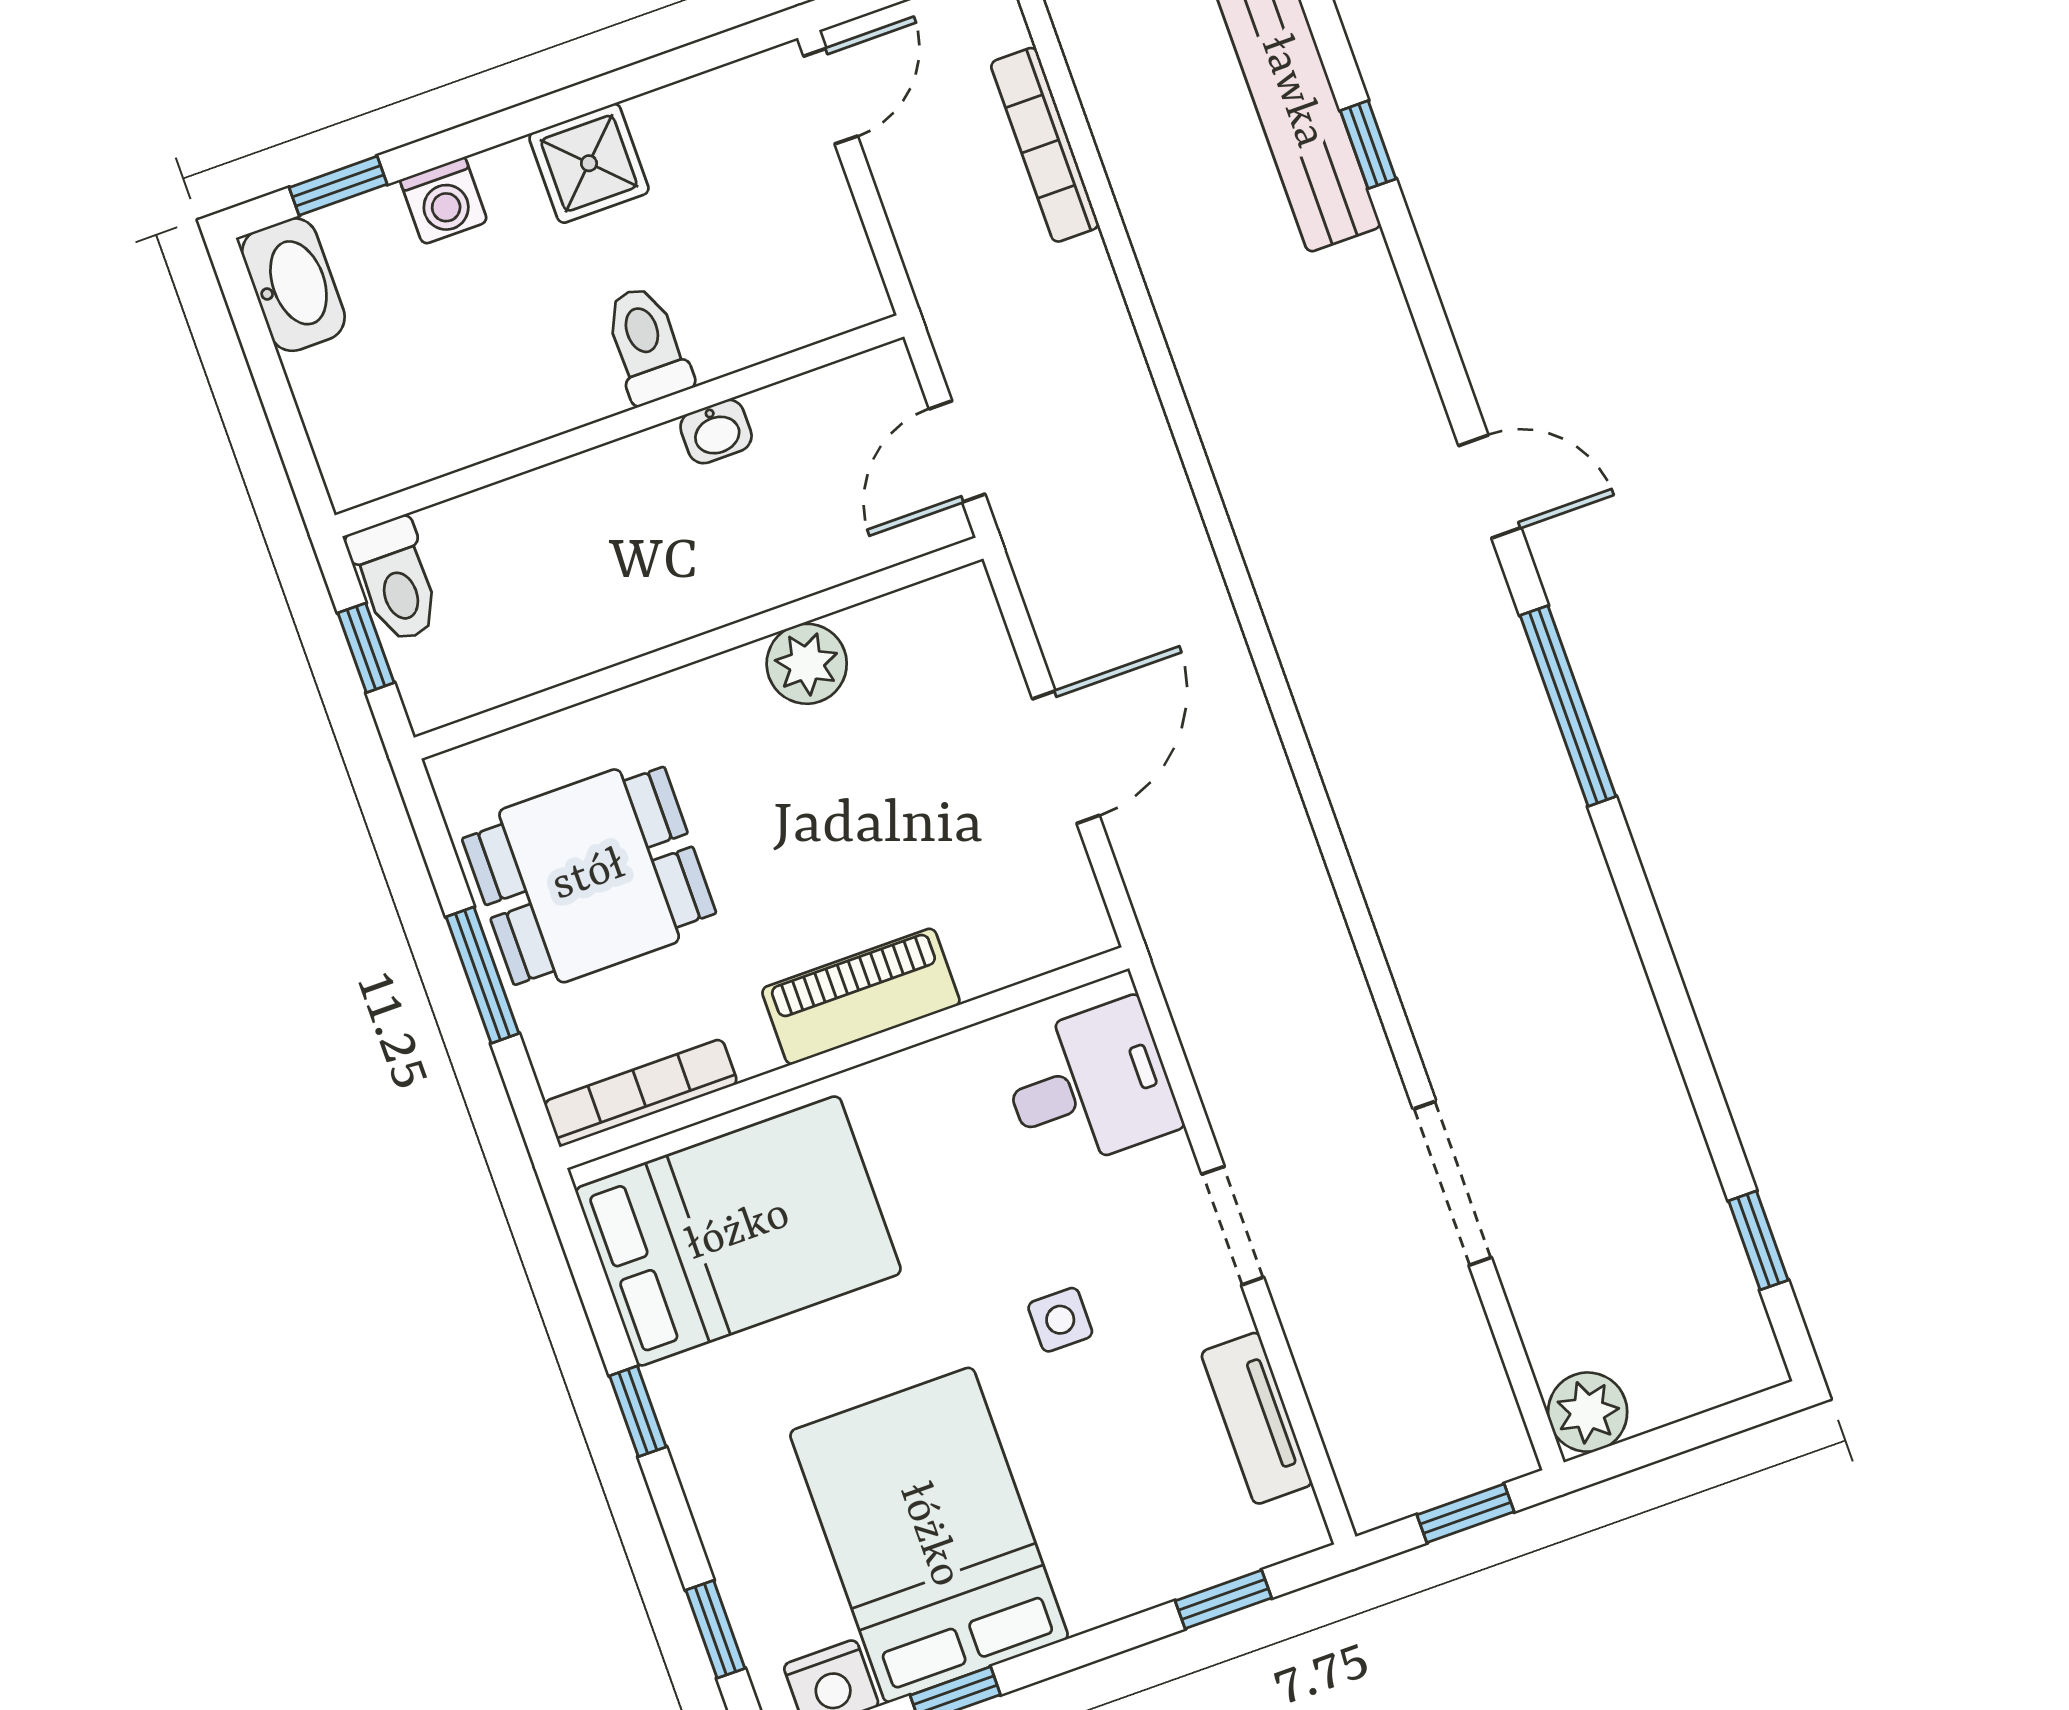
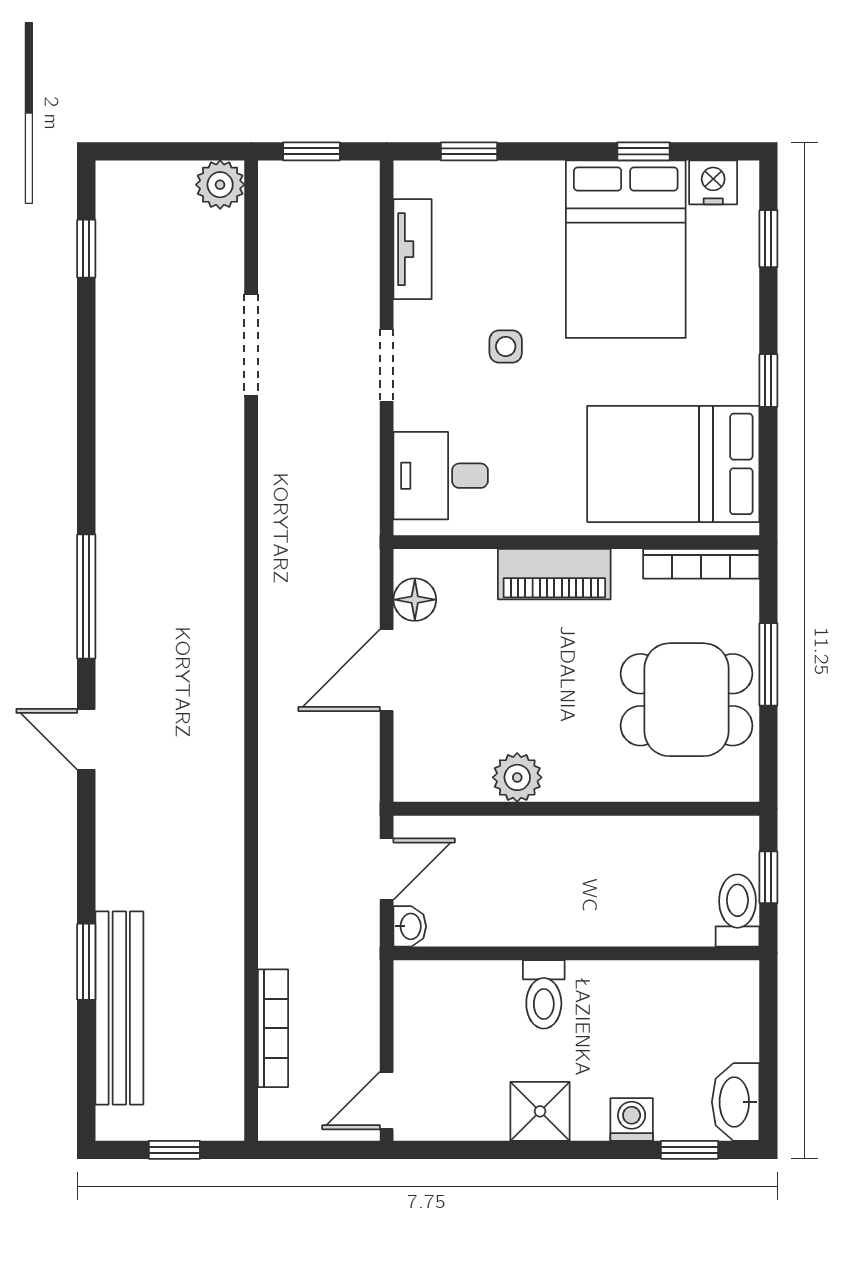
window: (1368, 145) -> (86, 962), width x1.50
washbasin: (716, 432) -> (410, 926), moved, turned 90
floor lamp: (1061, 881) -> (415, 600), added

